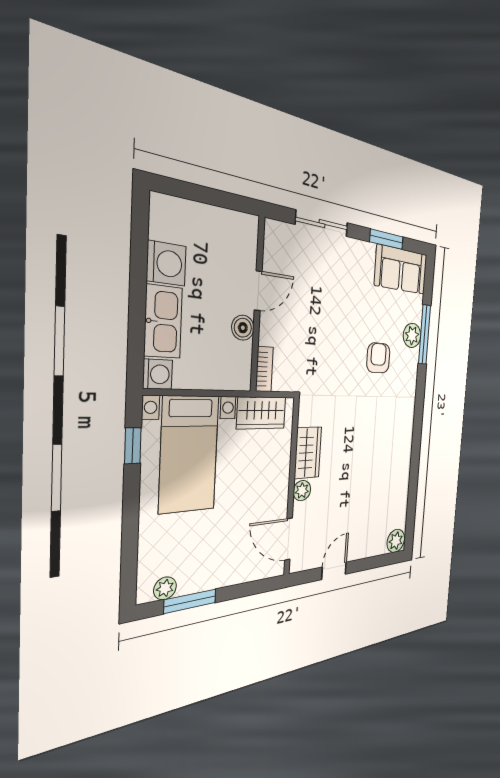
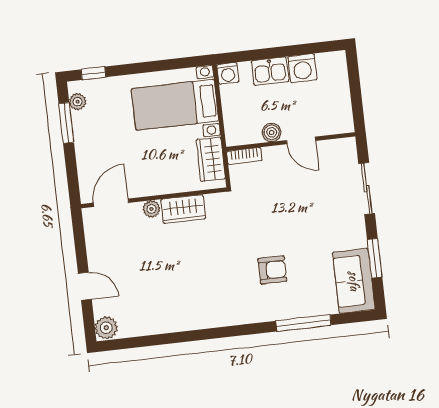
kitchen sink: (163, 322) -> (270, 71), width x0.73
plant: (412, 335) -> (300, 307), removed
window: (133, 446) -> (93, 73), moved
door: (334, 571) -> (85, 286), moved

